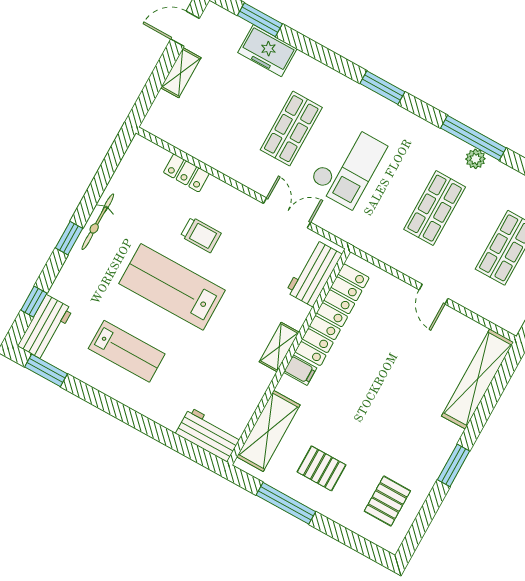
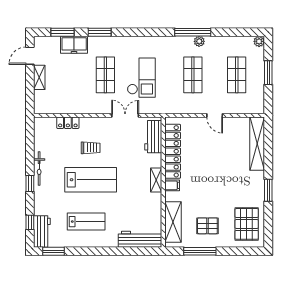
window: (382, 88) -> (100, 32), moved
lab bench: (172, 287) -> (91, 180), turned 180
workbench: (208, 435) -> (140, 239), width x1.38
pallet: (387, 501) -> (247, 224), width x1.50, depth x1.42

